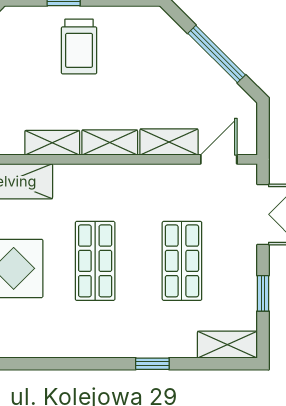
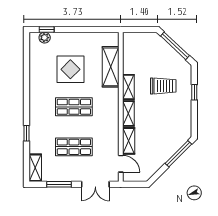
trolley: (79, 47) -> (163, 86), moved, turned 180
window: (217, 54) -> (178, 154), moved
window: (263, 293) -> (59, 184), width x1.50

